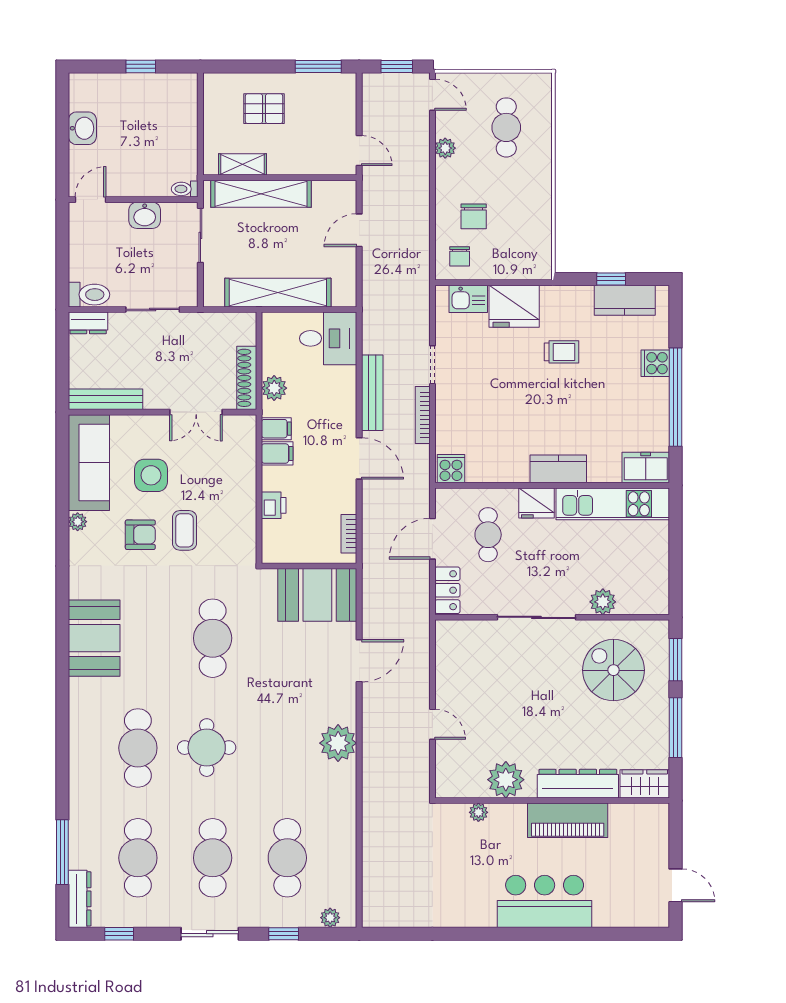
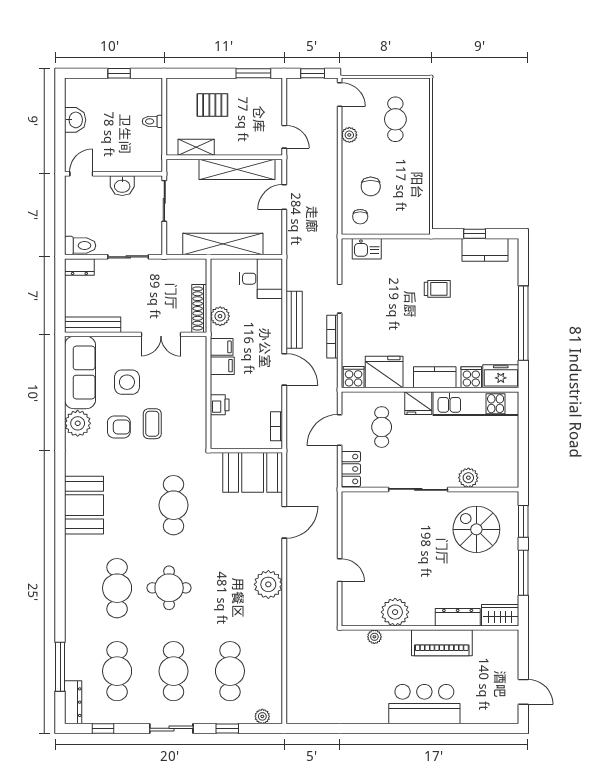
toilet: (185, 189) -> (152, 121), moved
shelving: (261, 194) -> (237, 169), moved
fridge: (514, 306) -> (384, 372), moved, turned 180
cooker: (655, 363) -> (471, 377), moved, turned 90
plant: (78, 522) -> (78, 423), width x1.87, depth x1.87
dresser: (578, 784) -> (458, 617), width x0.73, depth x0.80

